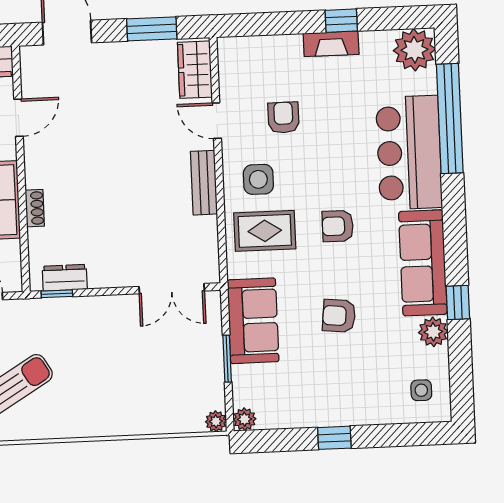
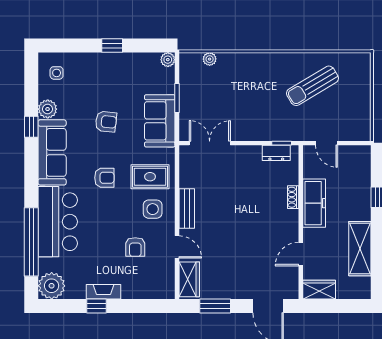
plant: (216, 421) -> (210, 59), moved

